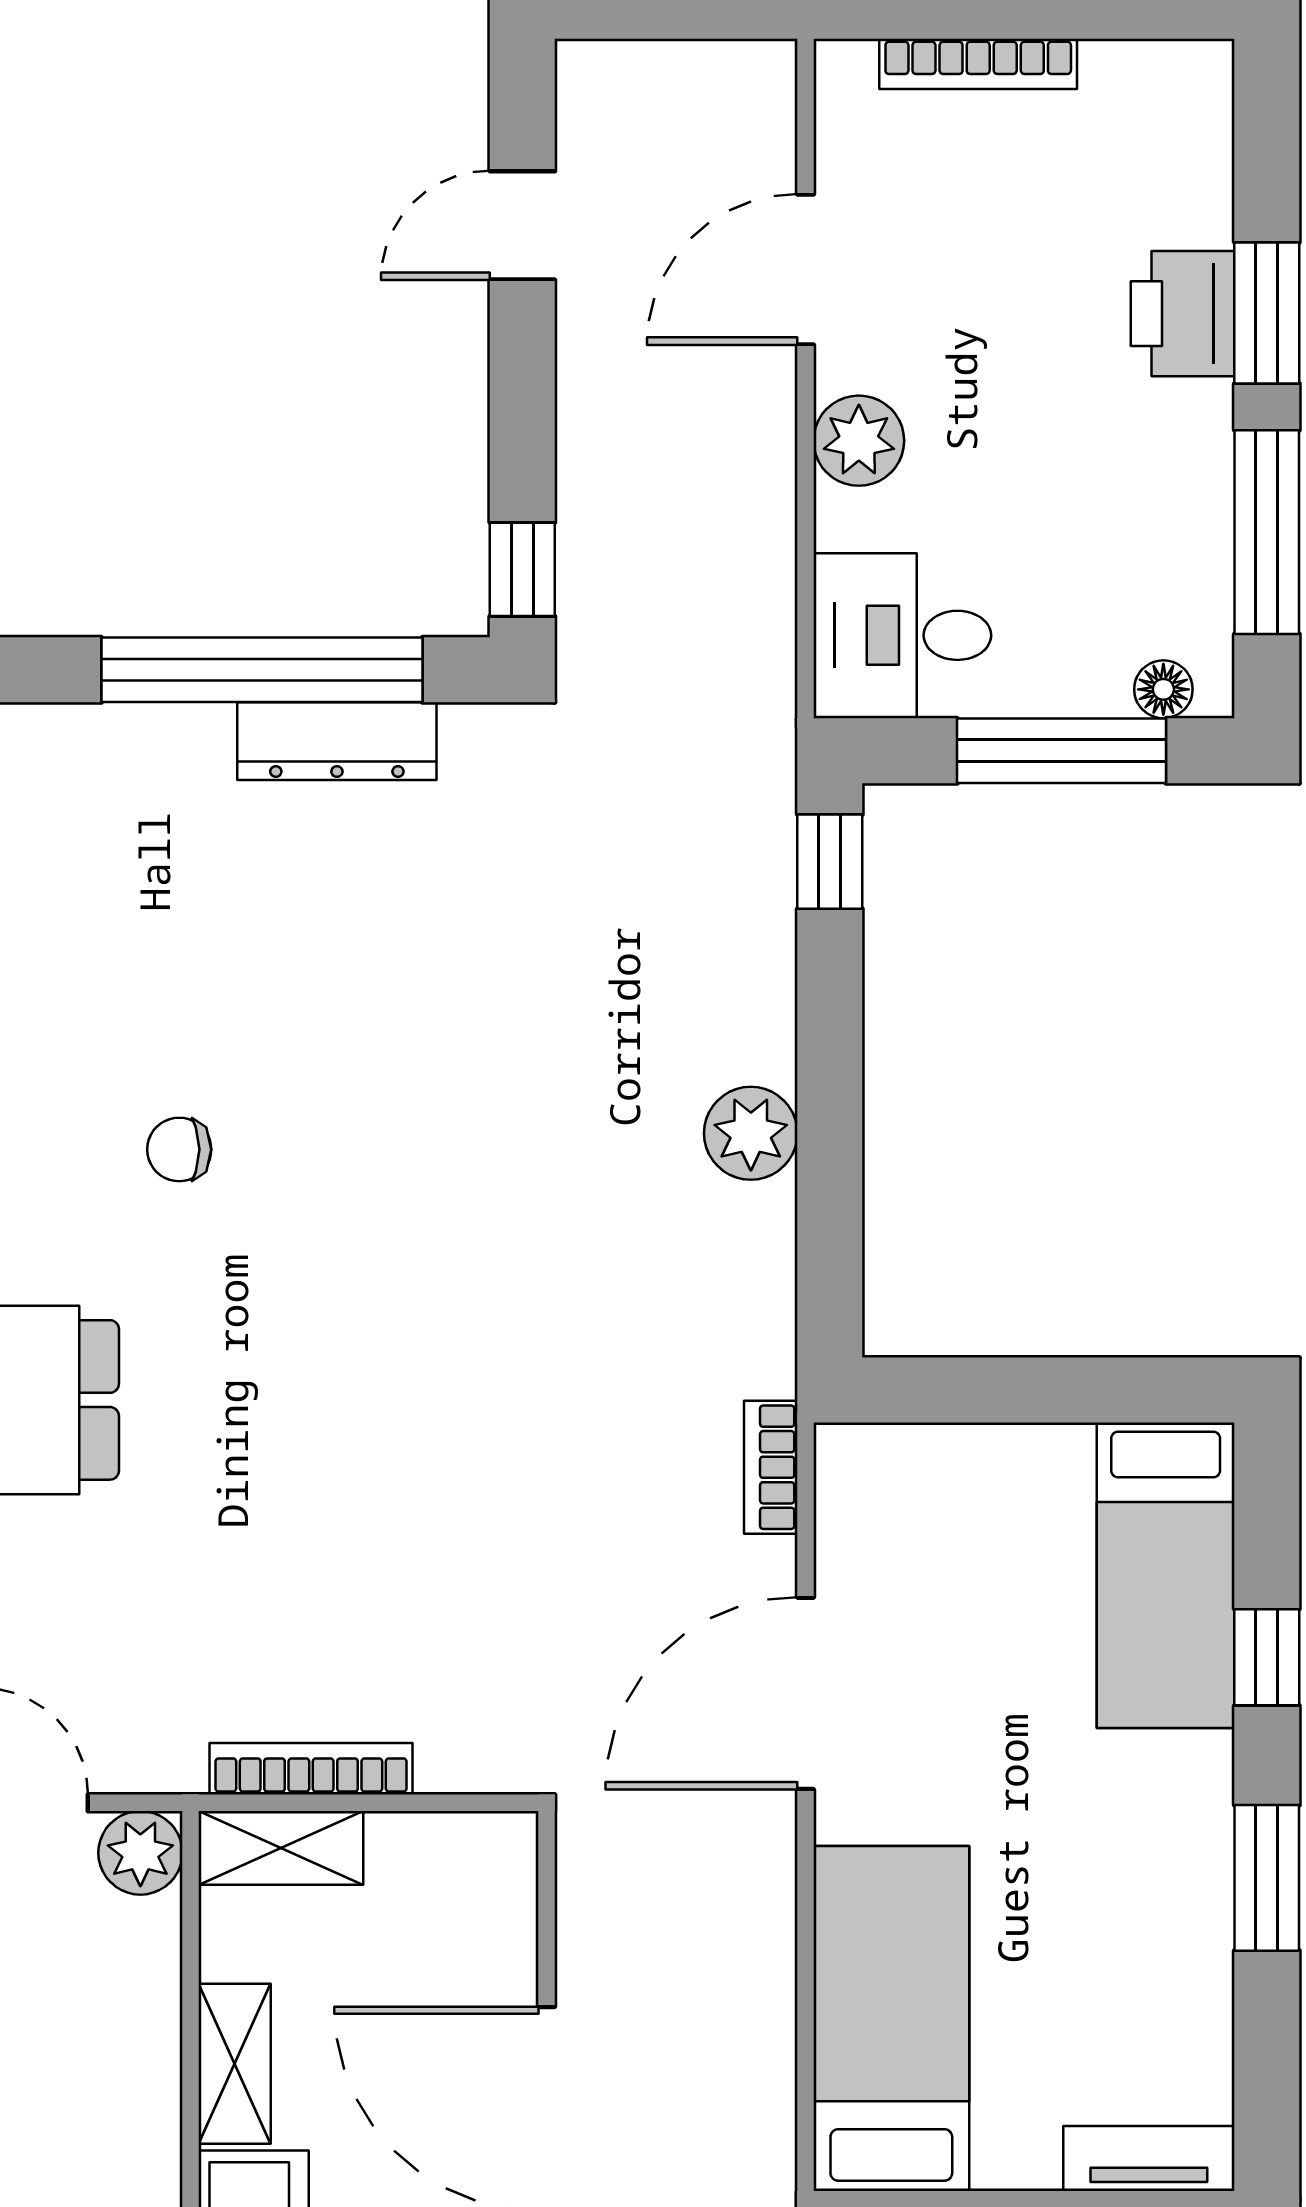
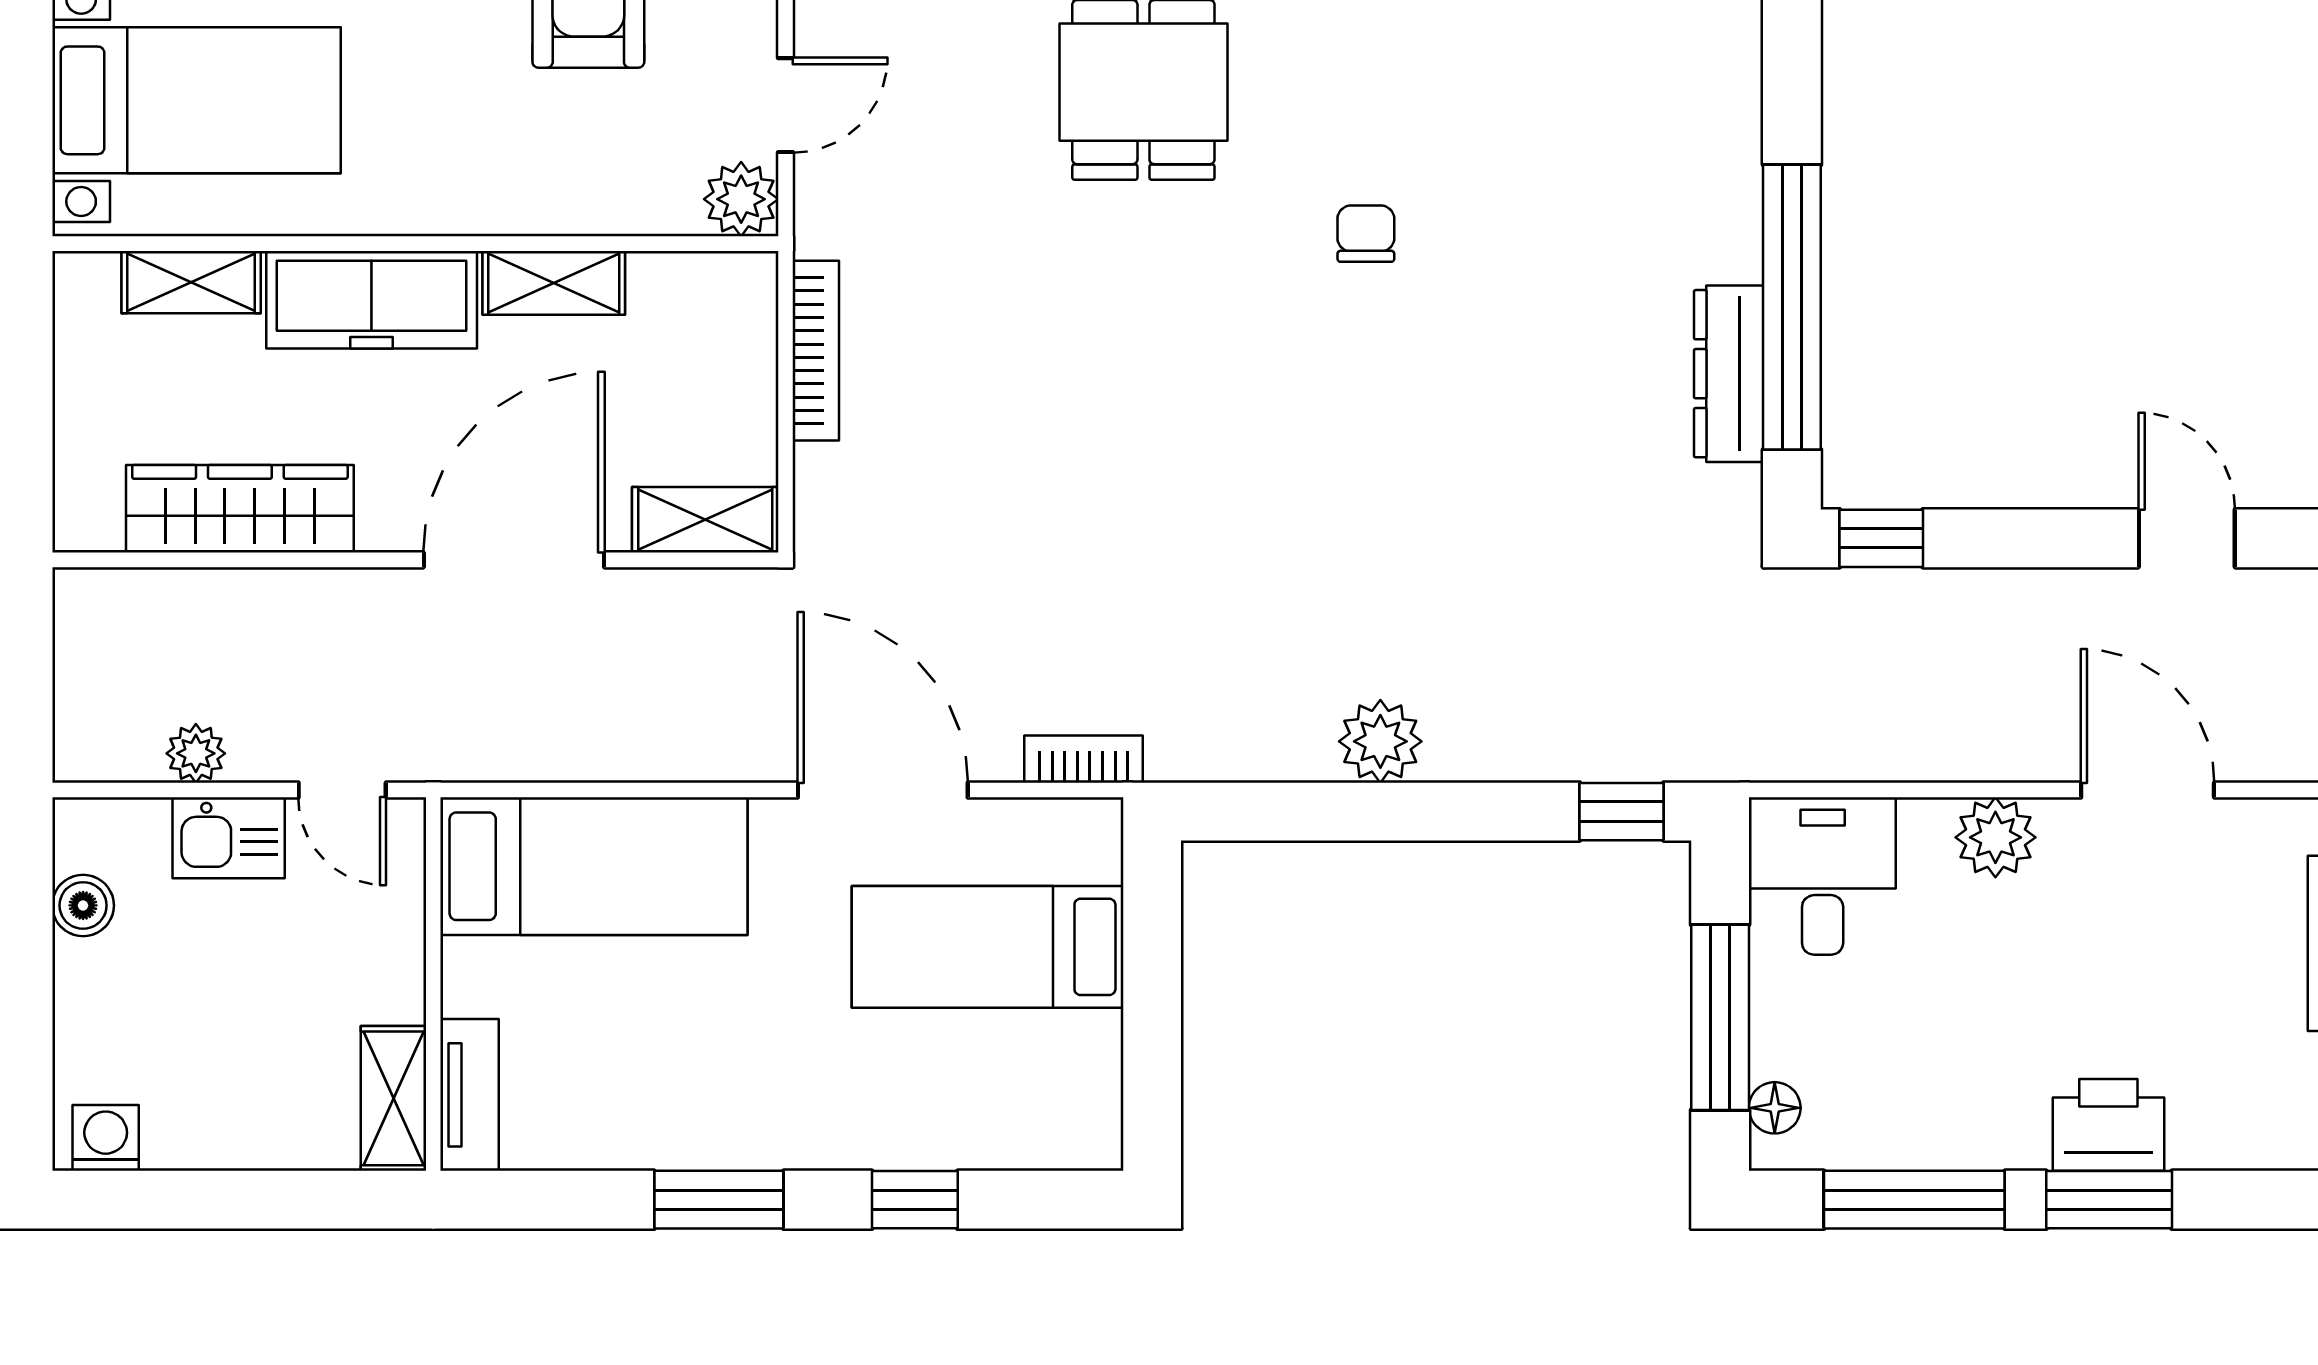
bed: (1166, 1575) -> (988, 947), moved
shelving: (281, 1848) -> (705, 520), moved, turned 90

